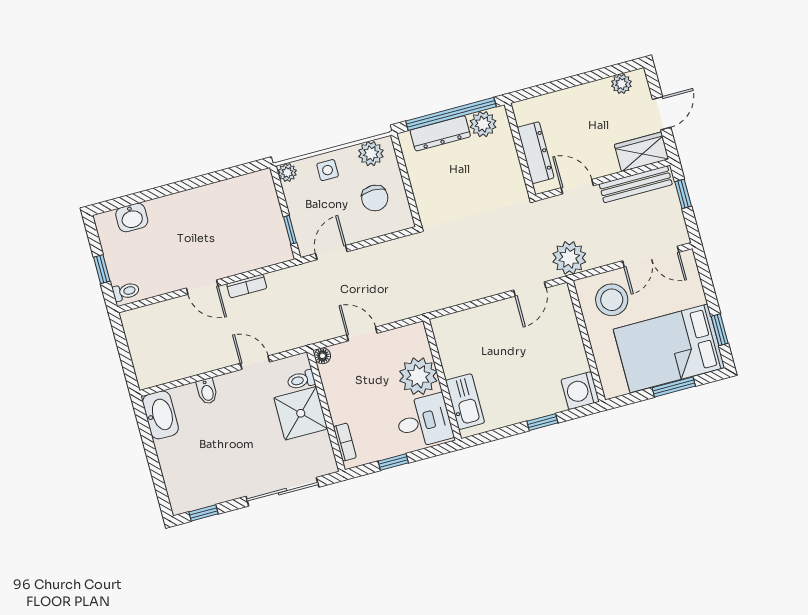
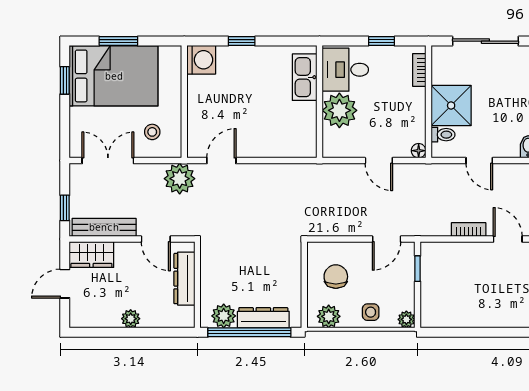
plant: (621, 84) -> (131, 319), moved
stool: (612, 300) -> (152, 132), width x0.53, depth x0.53

